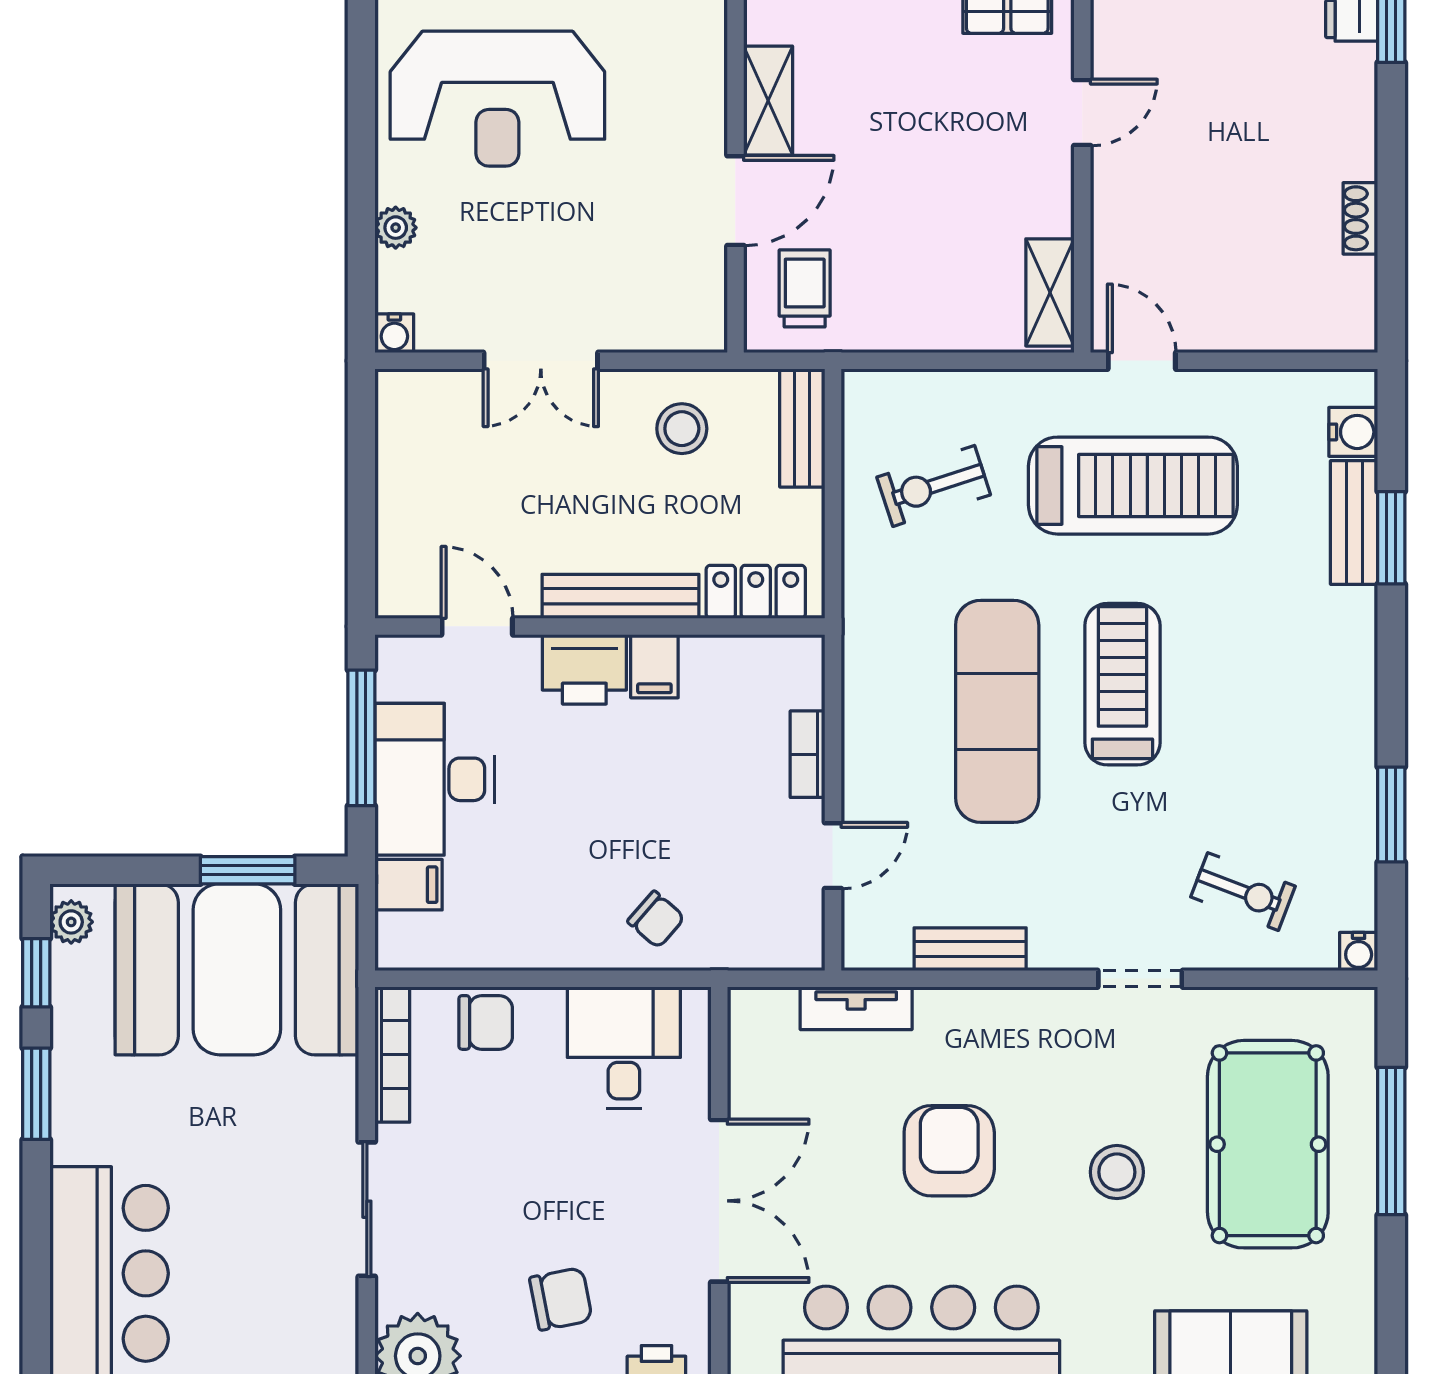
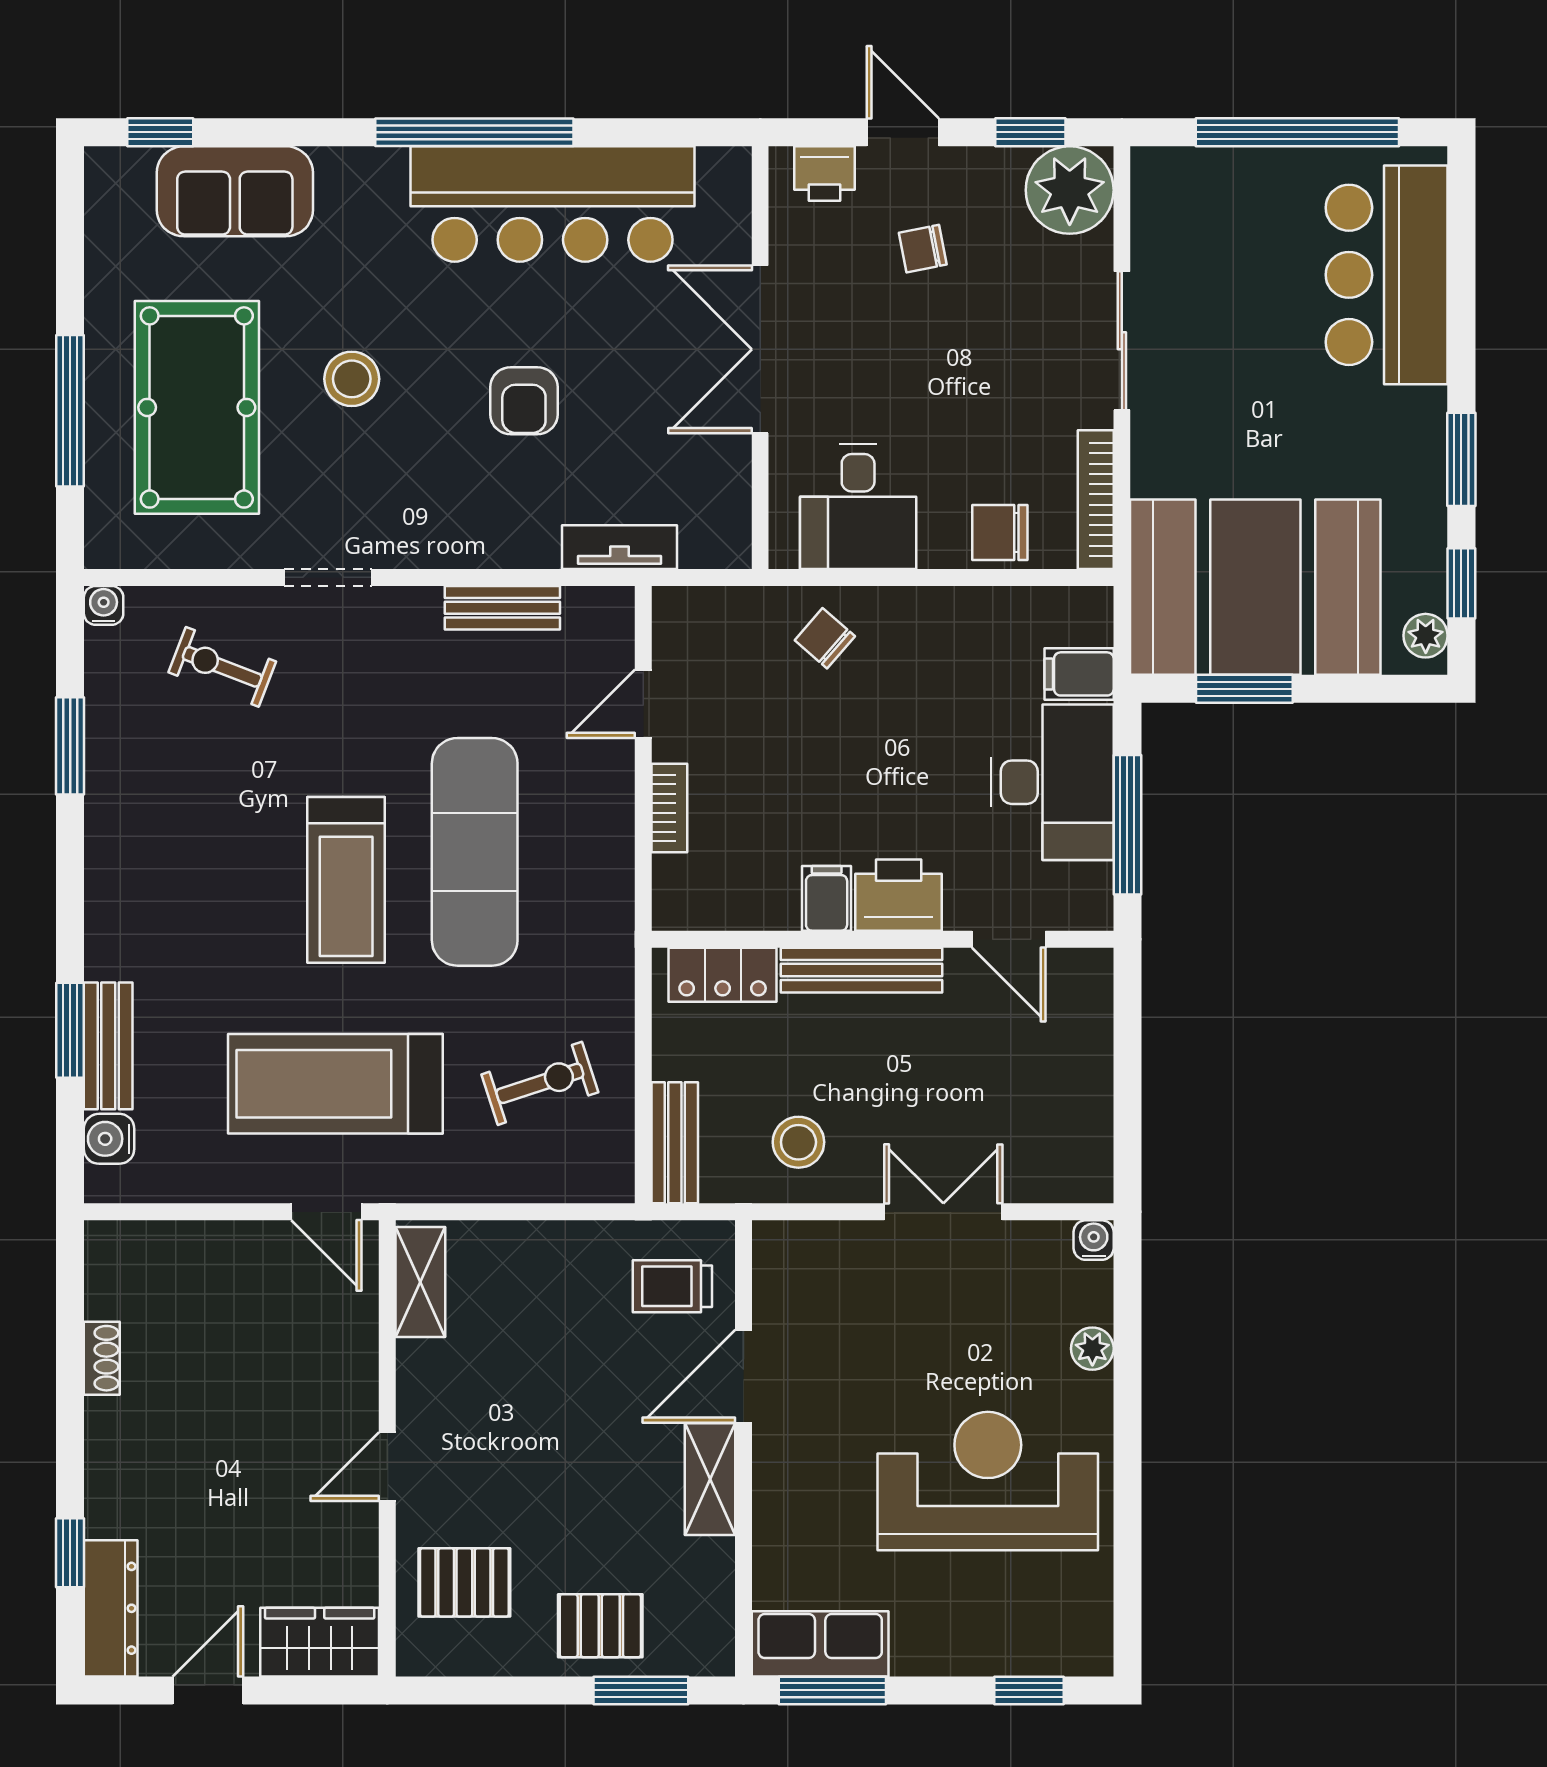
trolley: (805, 288) -> (672, 1286), turned 90
armchair: (949, 1151) -> (524, 401), width x0.72, depth x0.72
chair: (561, 1299) -> (923, 249), width x0.73, depth x0.73

